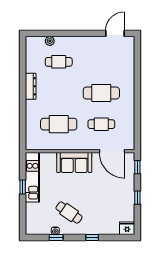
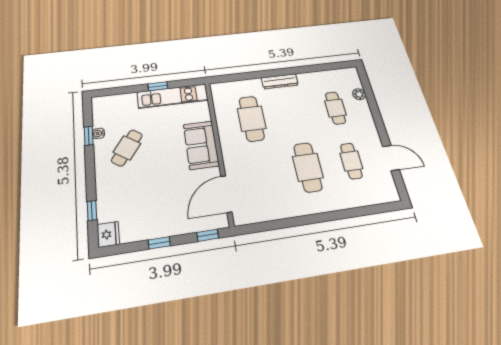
door: (115, 33) -> (391, 158), moved
dresser: (31, 86) -> (280, 81), moved
cafe table: (101, 124) -> (351, 161), moved
window: (92, 237) -> (92, 211), moved

